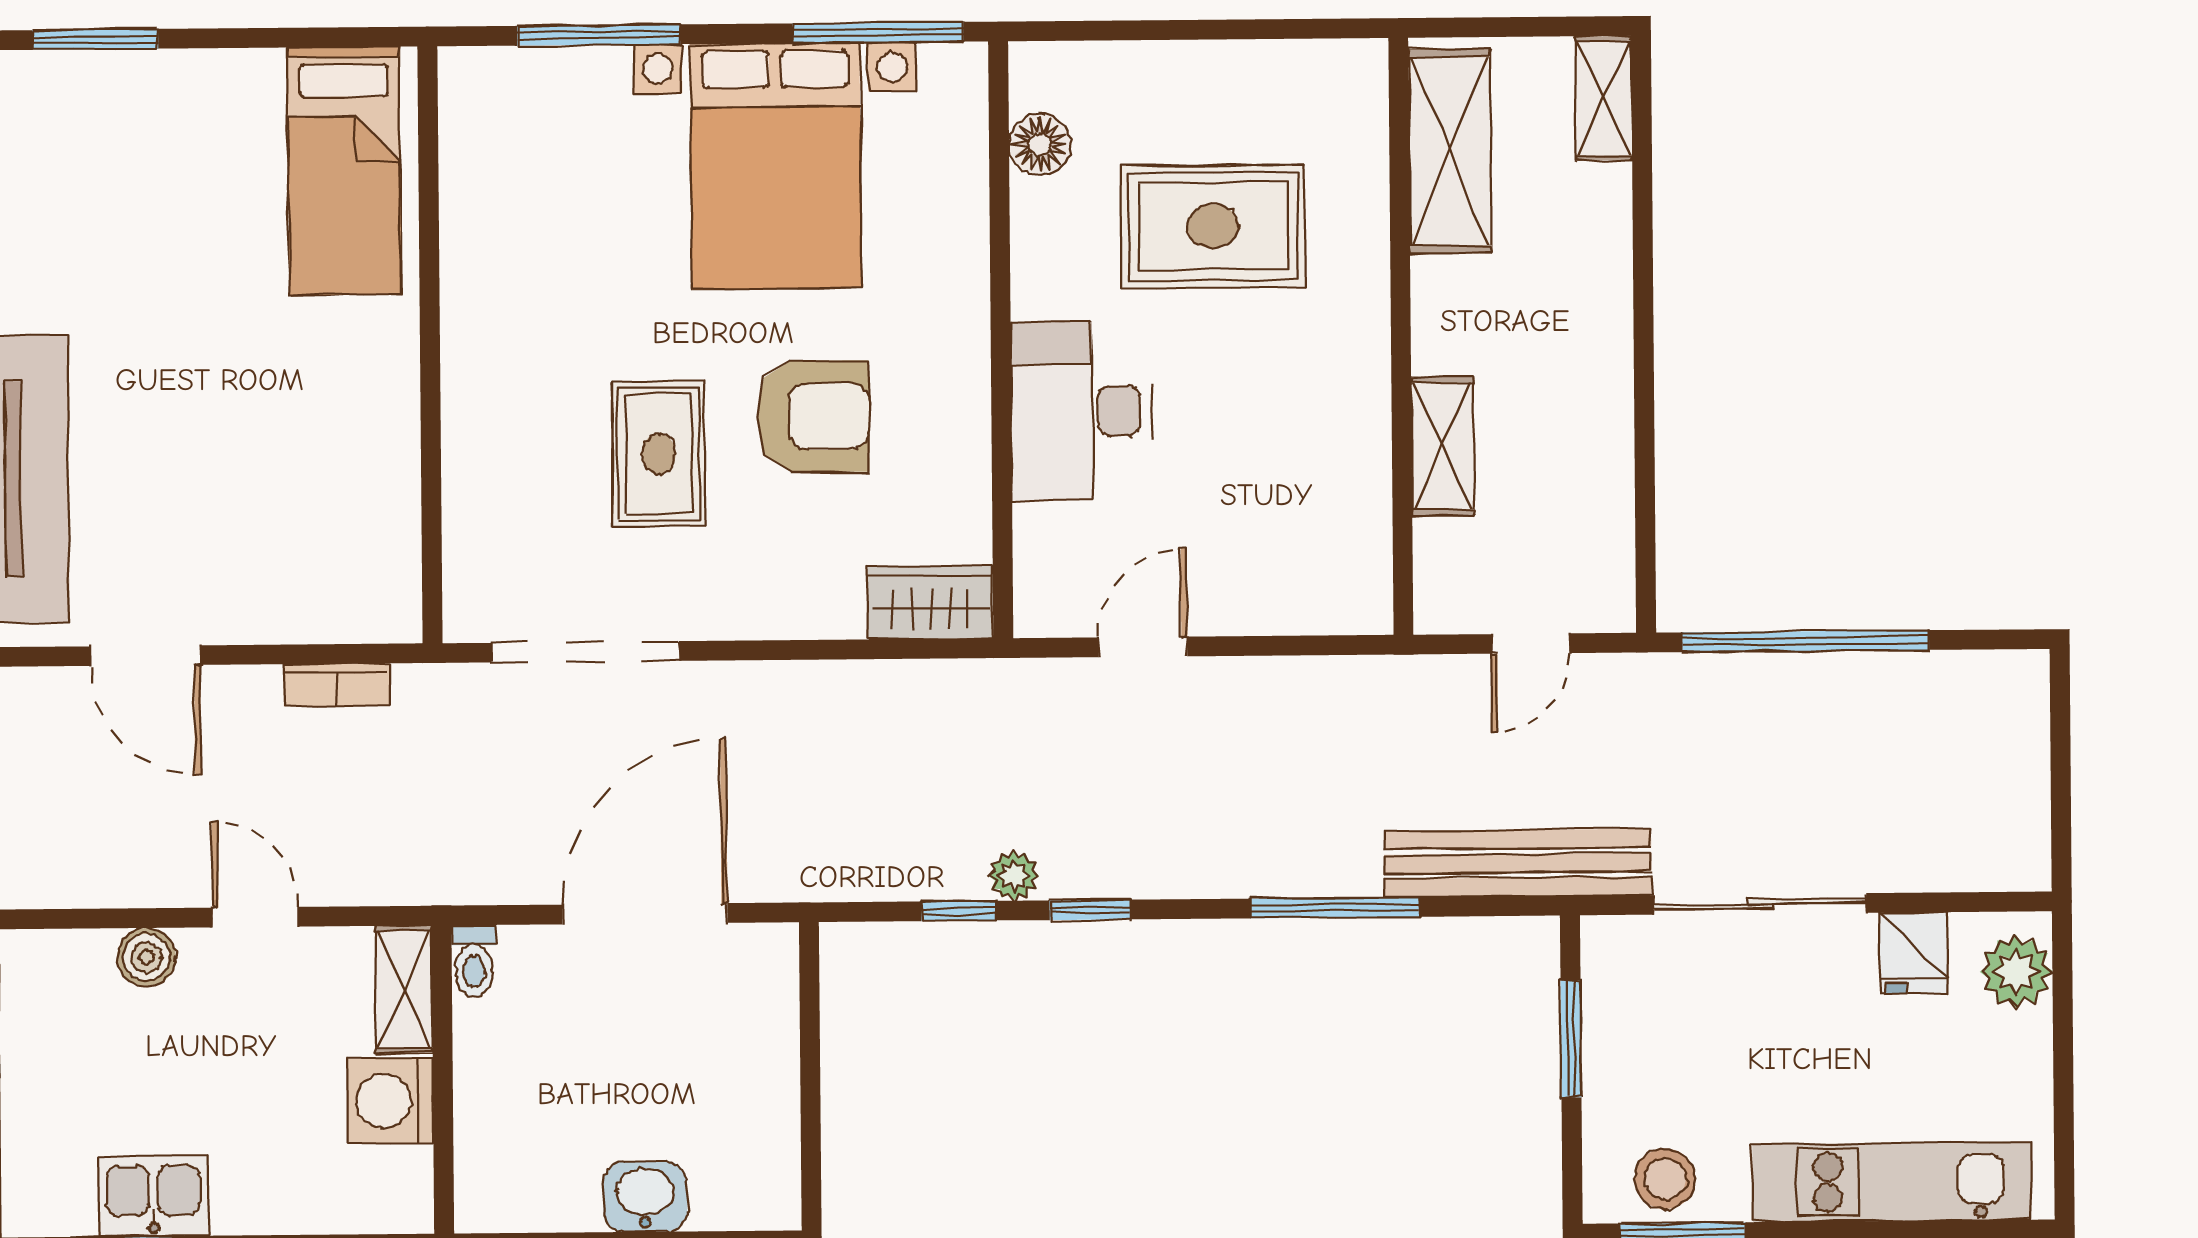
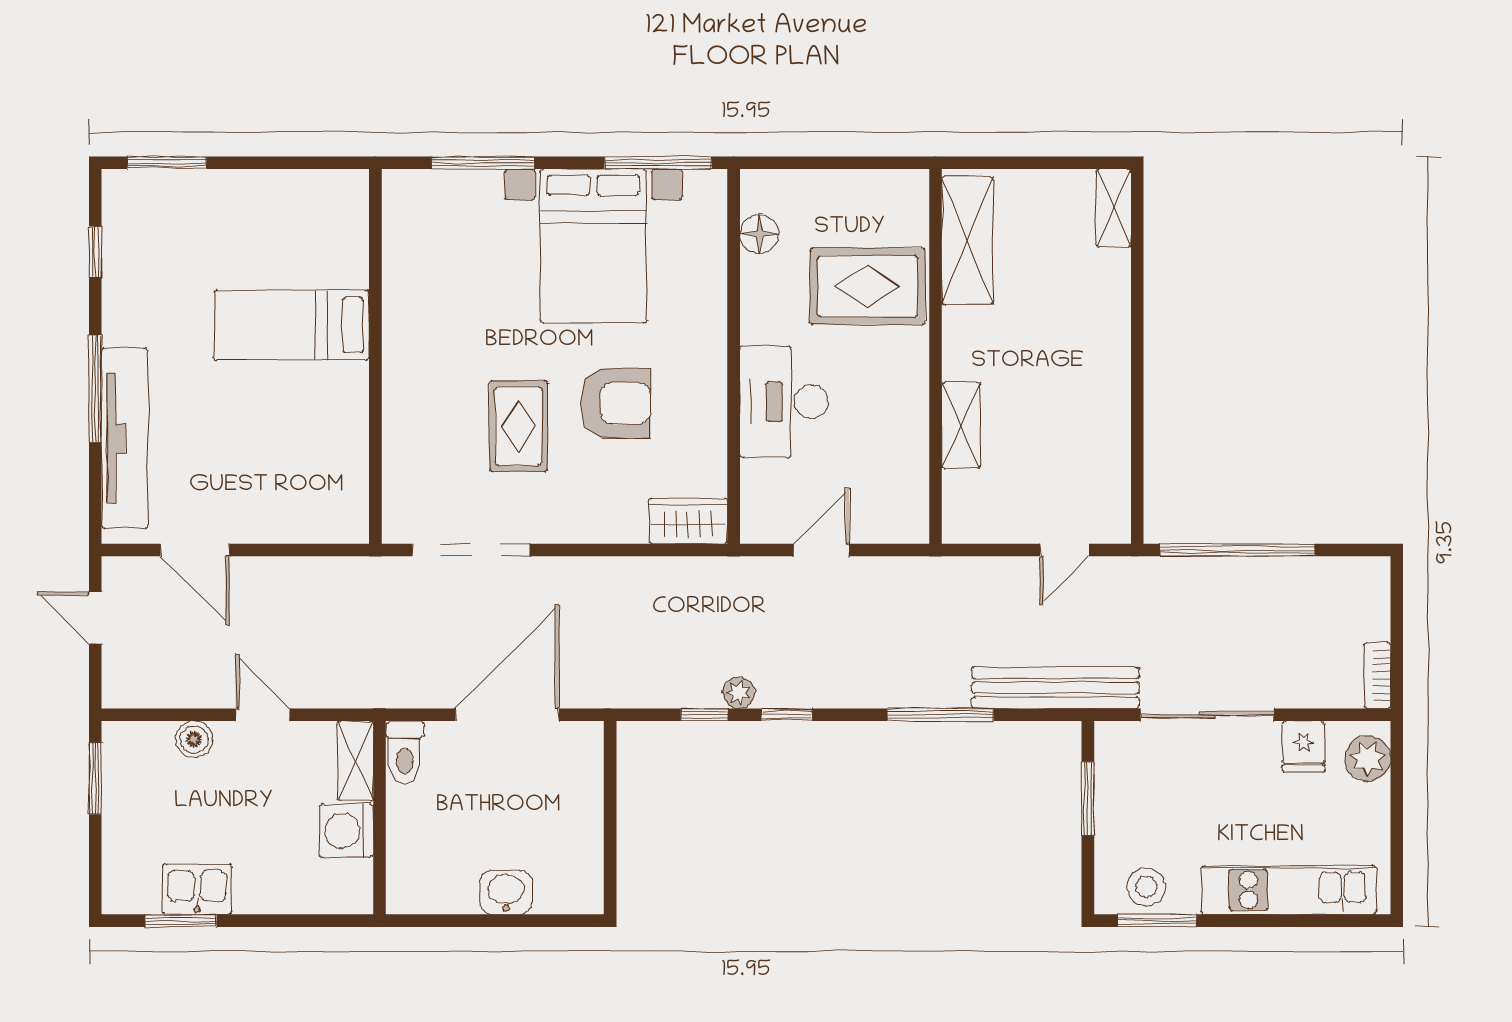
shelving: (1450, 151) -> (967, 241), moved
bed: (344, 171) -> (291, 325), moved, turned 90
wall: (1401, 336) -> (935, 356), moved
shelving: (1443, 446) -> (961, 425), moved
bookcase: (336, 685) -> (1377, 675), moved, turned 90
toilet: (474, 961) -> (405, 752), width x1.37, depth x1.39

